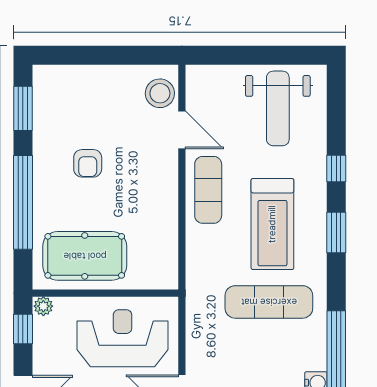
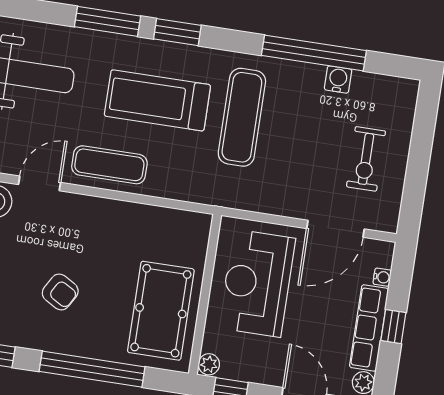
armchair: (88, 163) -> (60, 292), turned 30
window: (336, 169) -> (108, 21), width x2.17
treadmill: (272, 224) -> (157, 100), turned 180

